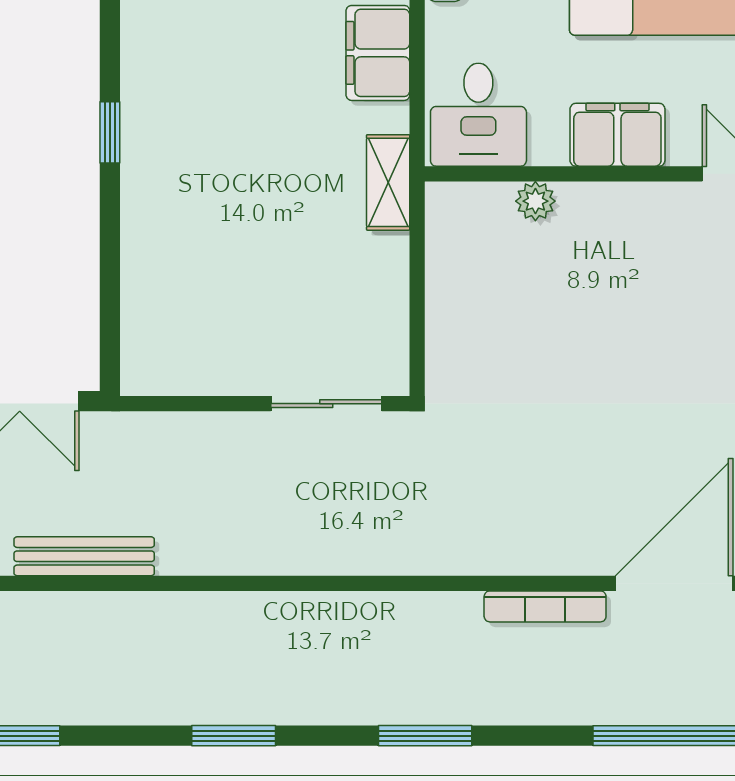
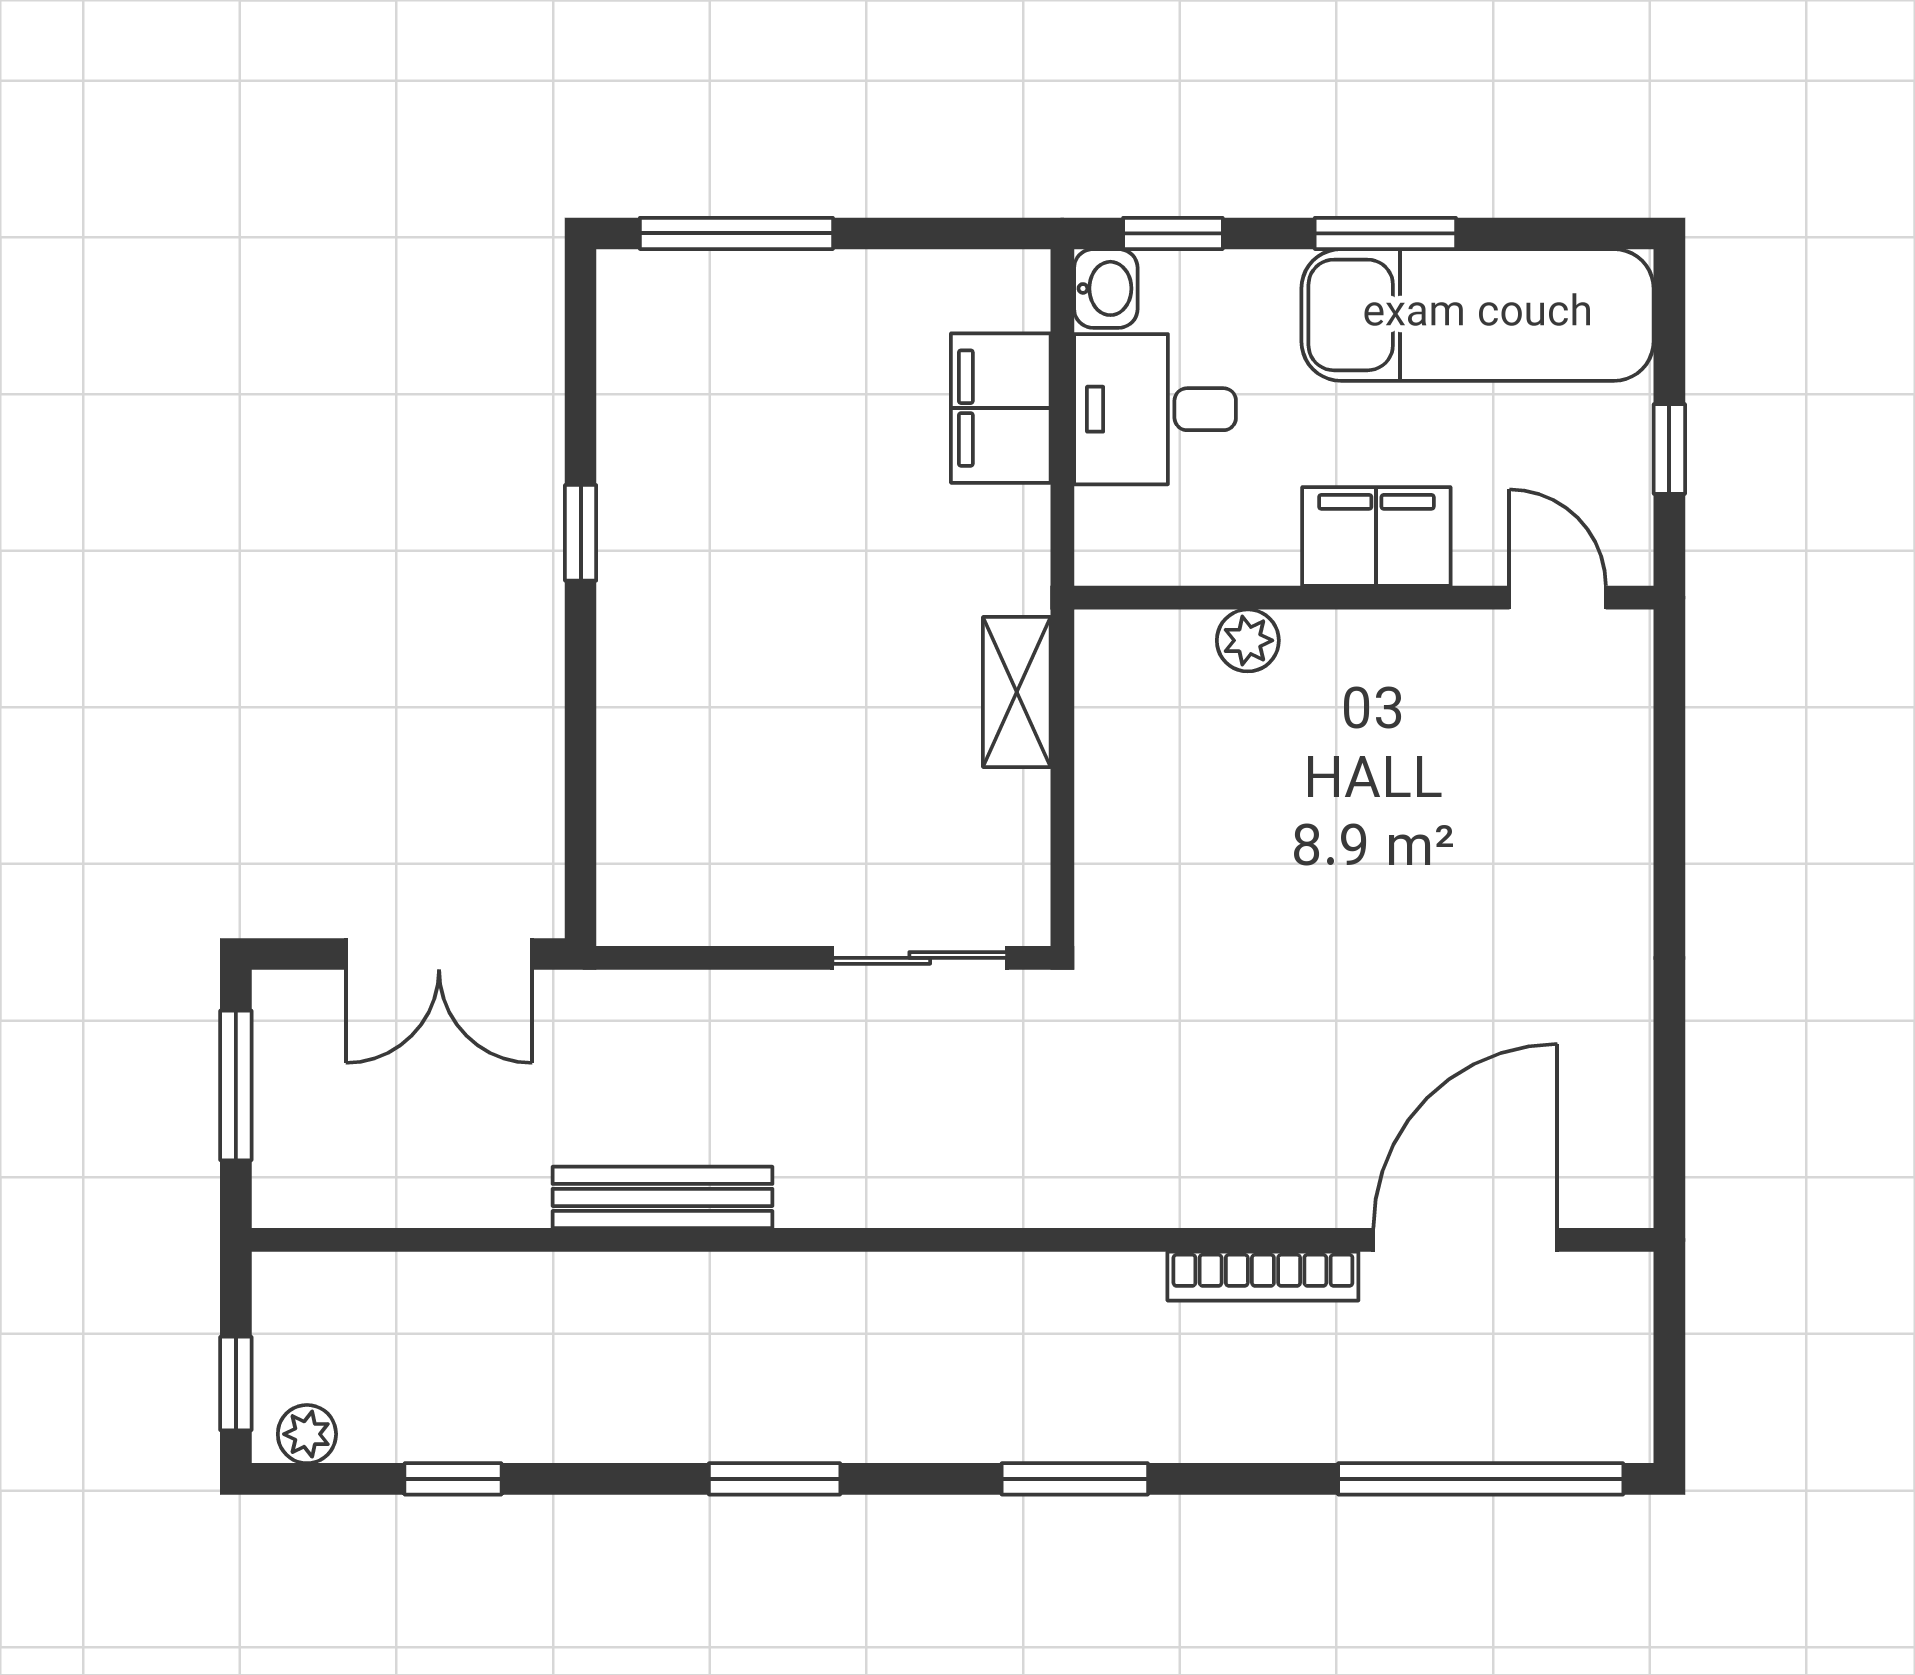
desk: (478, 115) -> (1155, 409), moved, turned 90
shelving: (388, 182) -> (1017, 692), moved
bench: (84, 556) -> (663, 1197), moved

